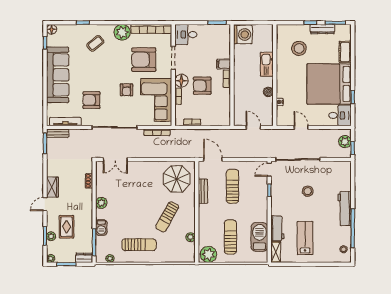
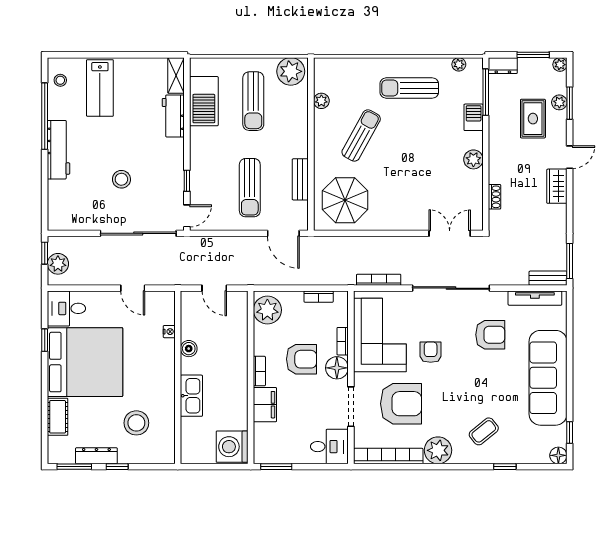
filing cabinet: (224, 64) -> (265, 405), width x2.00
plant: (222, 115) -> (267, 310), added
lab bench: (305, 238) -> (100, 88), moved

